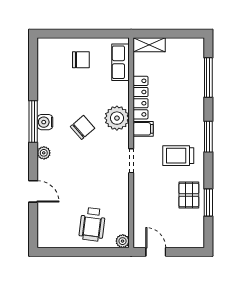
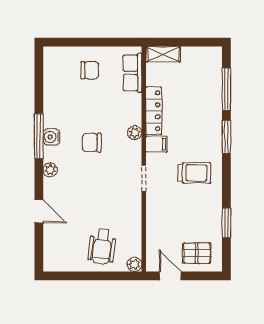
plant: (117, 118) -> (135, 133), width x0.53, depth x0.53
chair: (83, 127) -> (92, 143), turned -139
window: (208, 137) -> (226, 137), moved
trolley: (178, 156) -> (194, 173), turned 180
pallet: (189, 195) -> (197, 253), moved, turned 90

